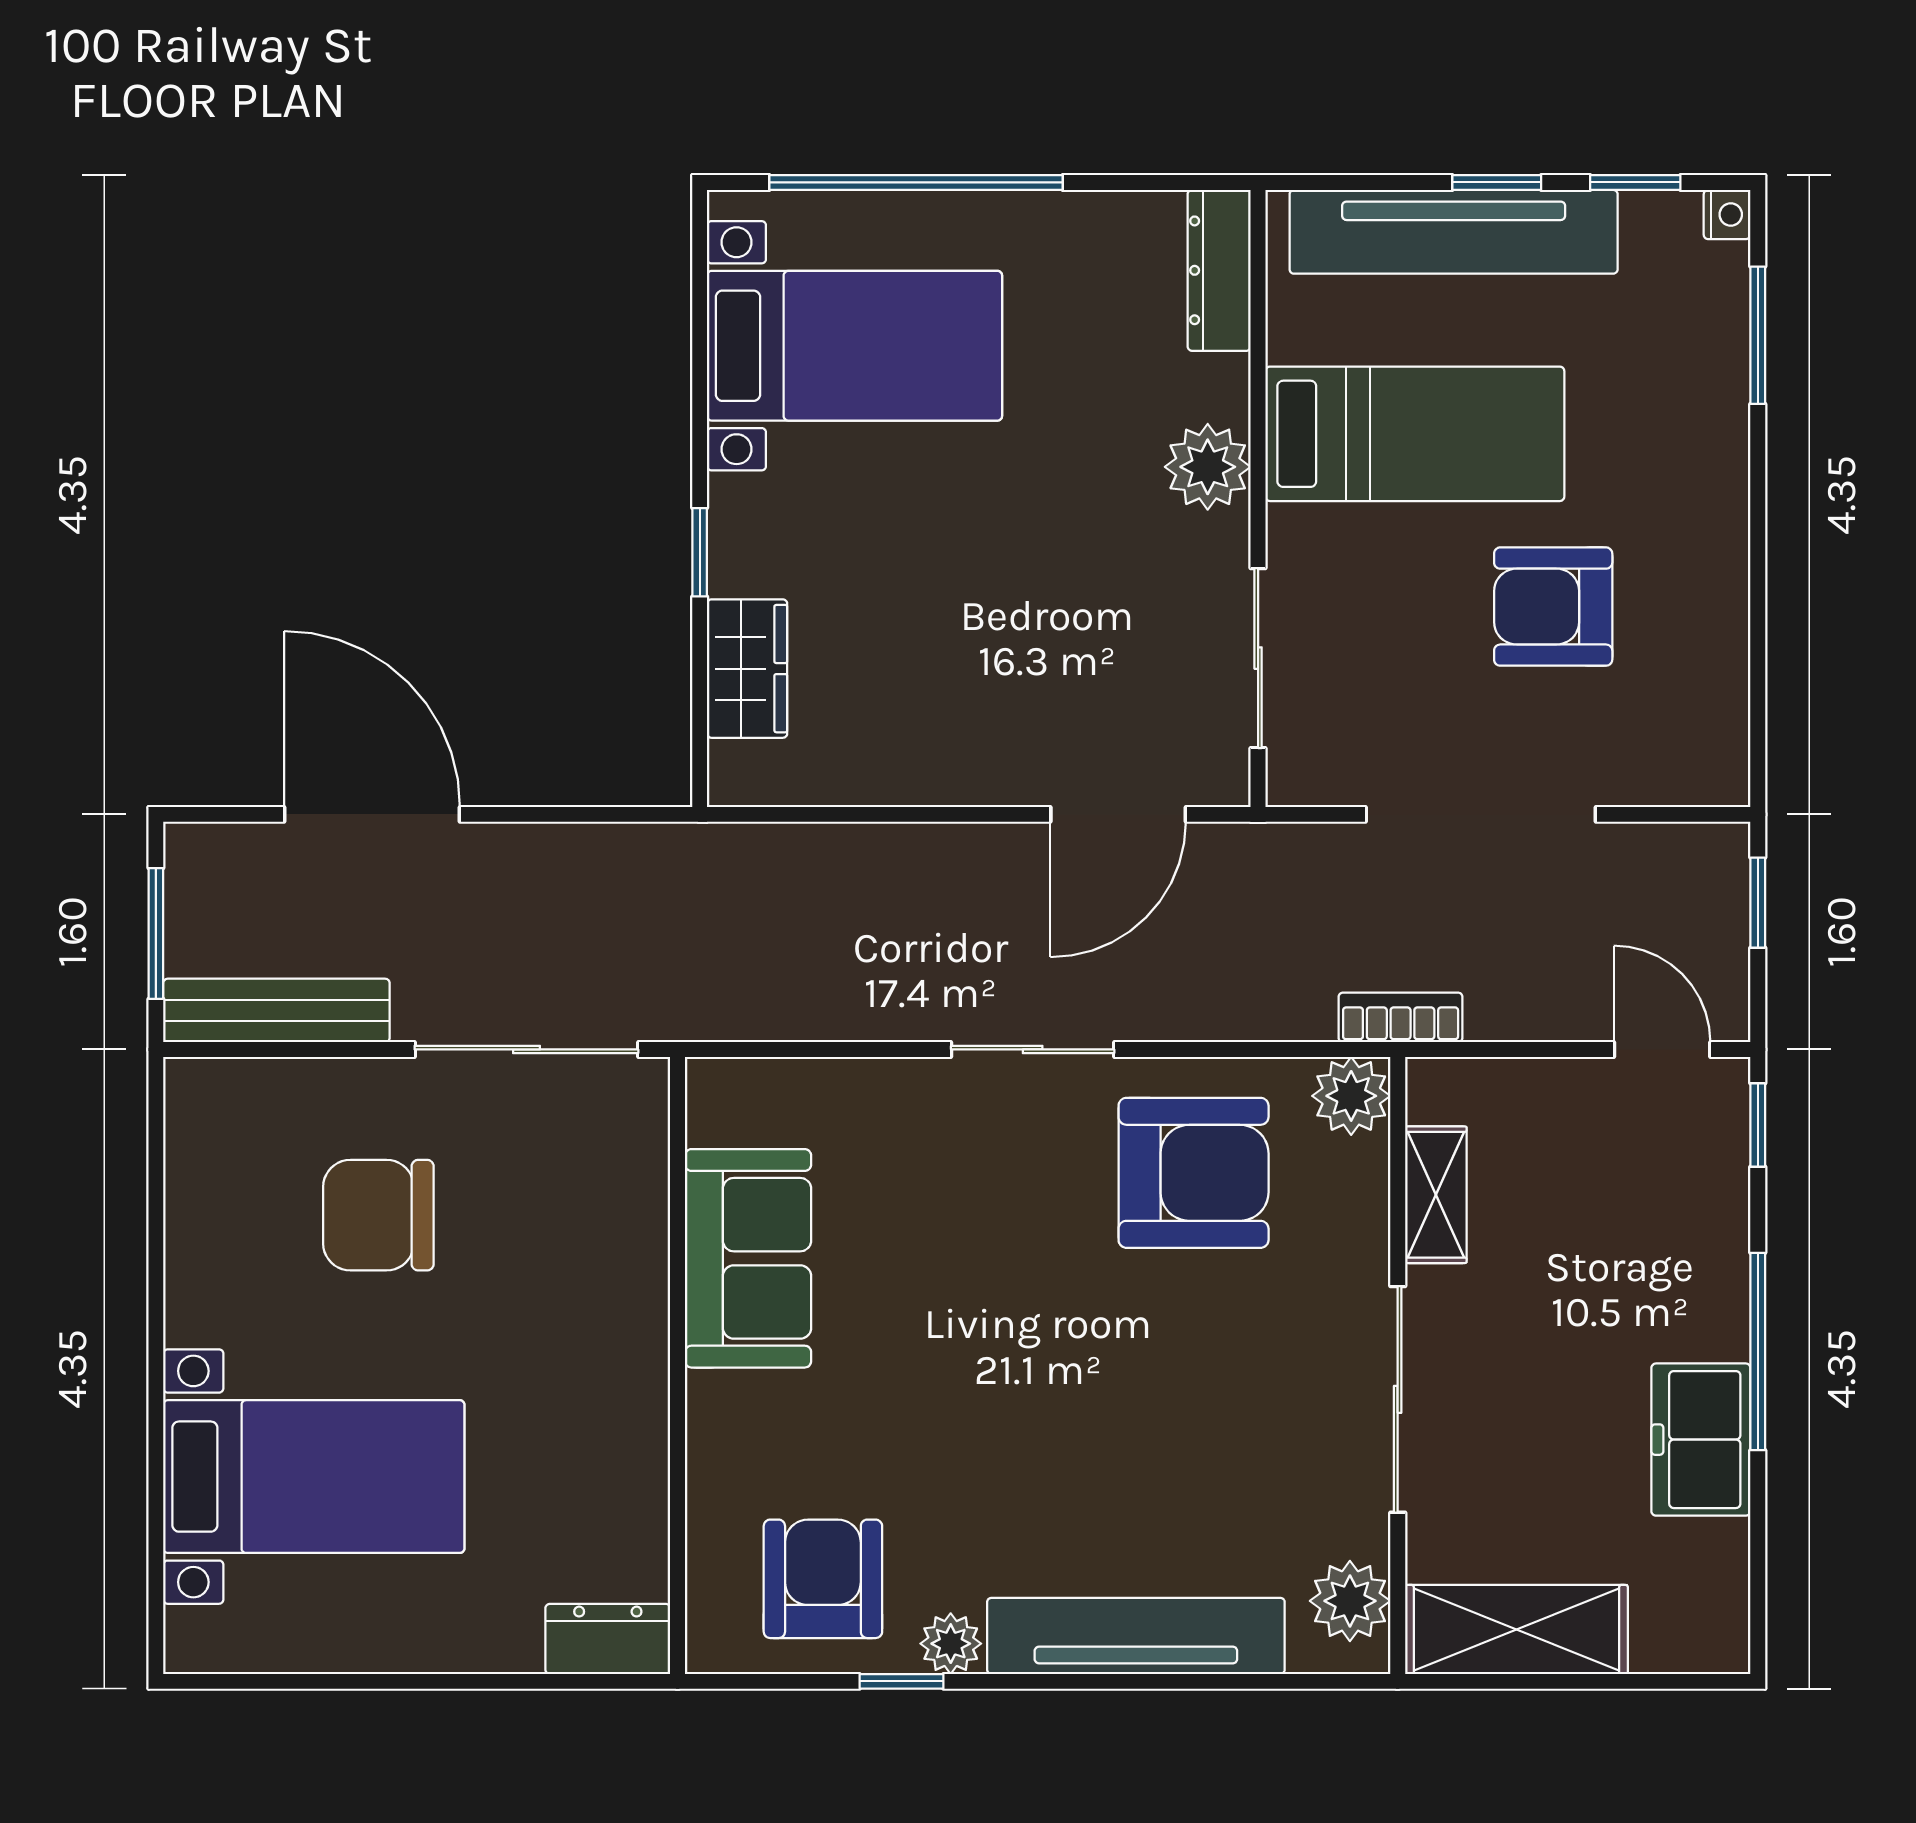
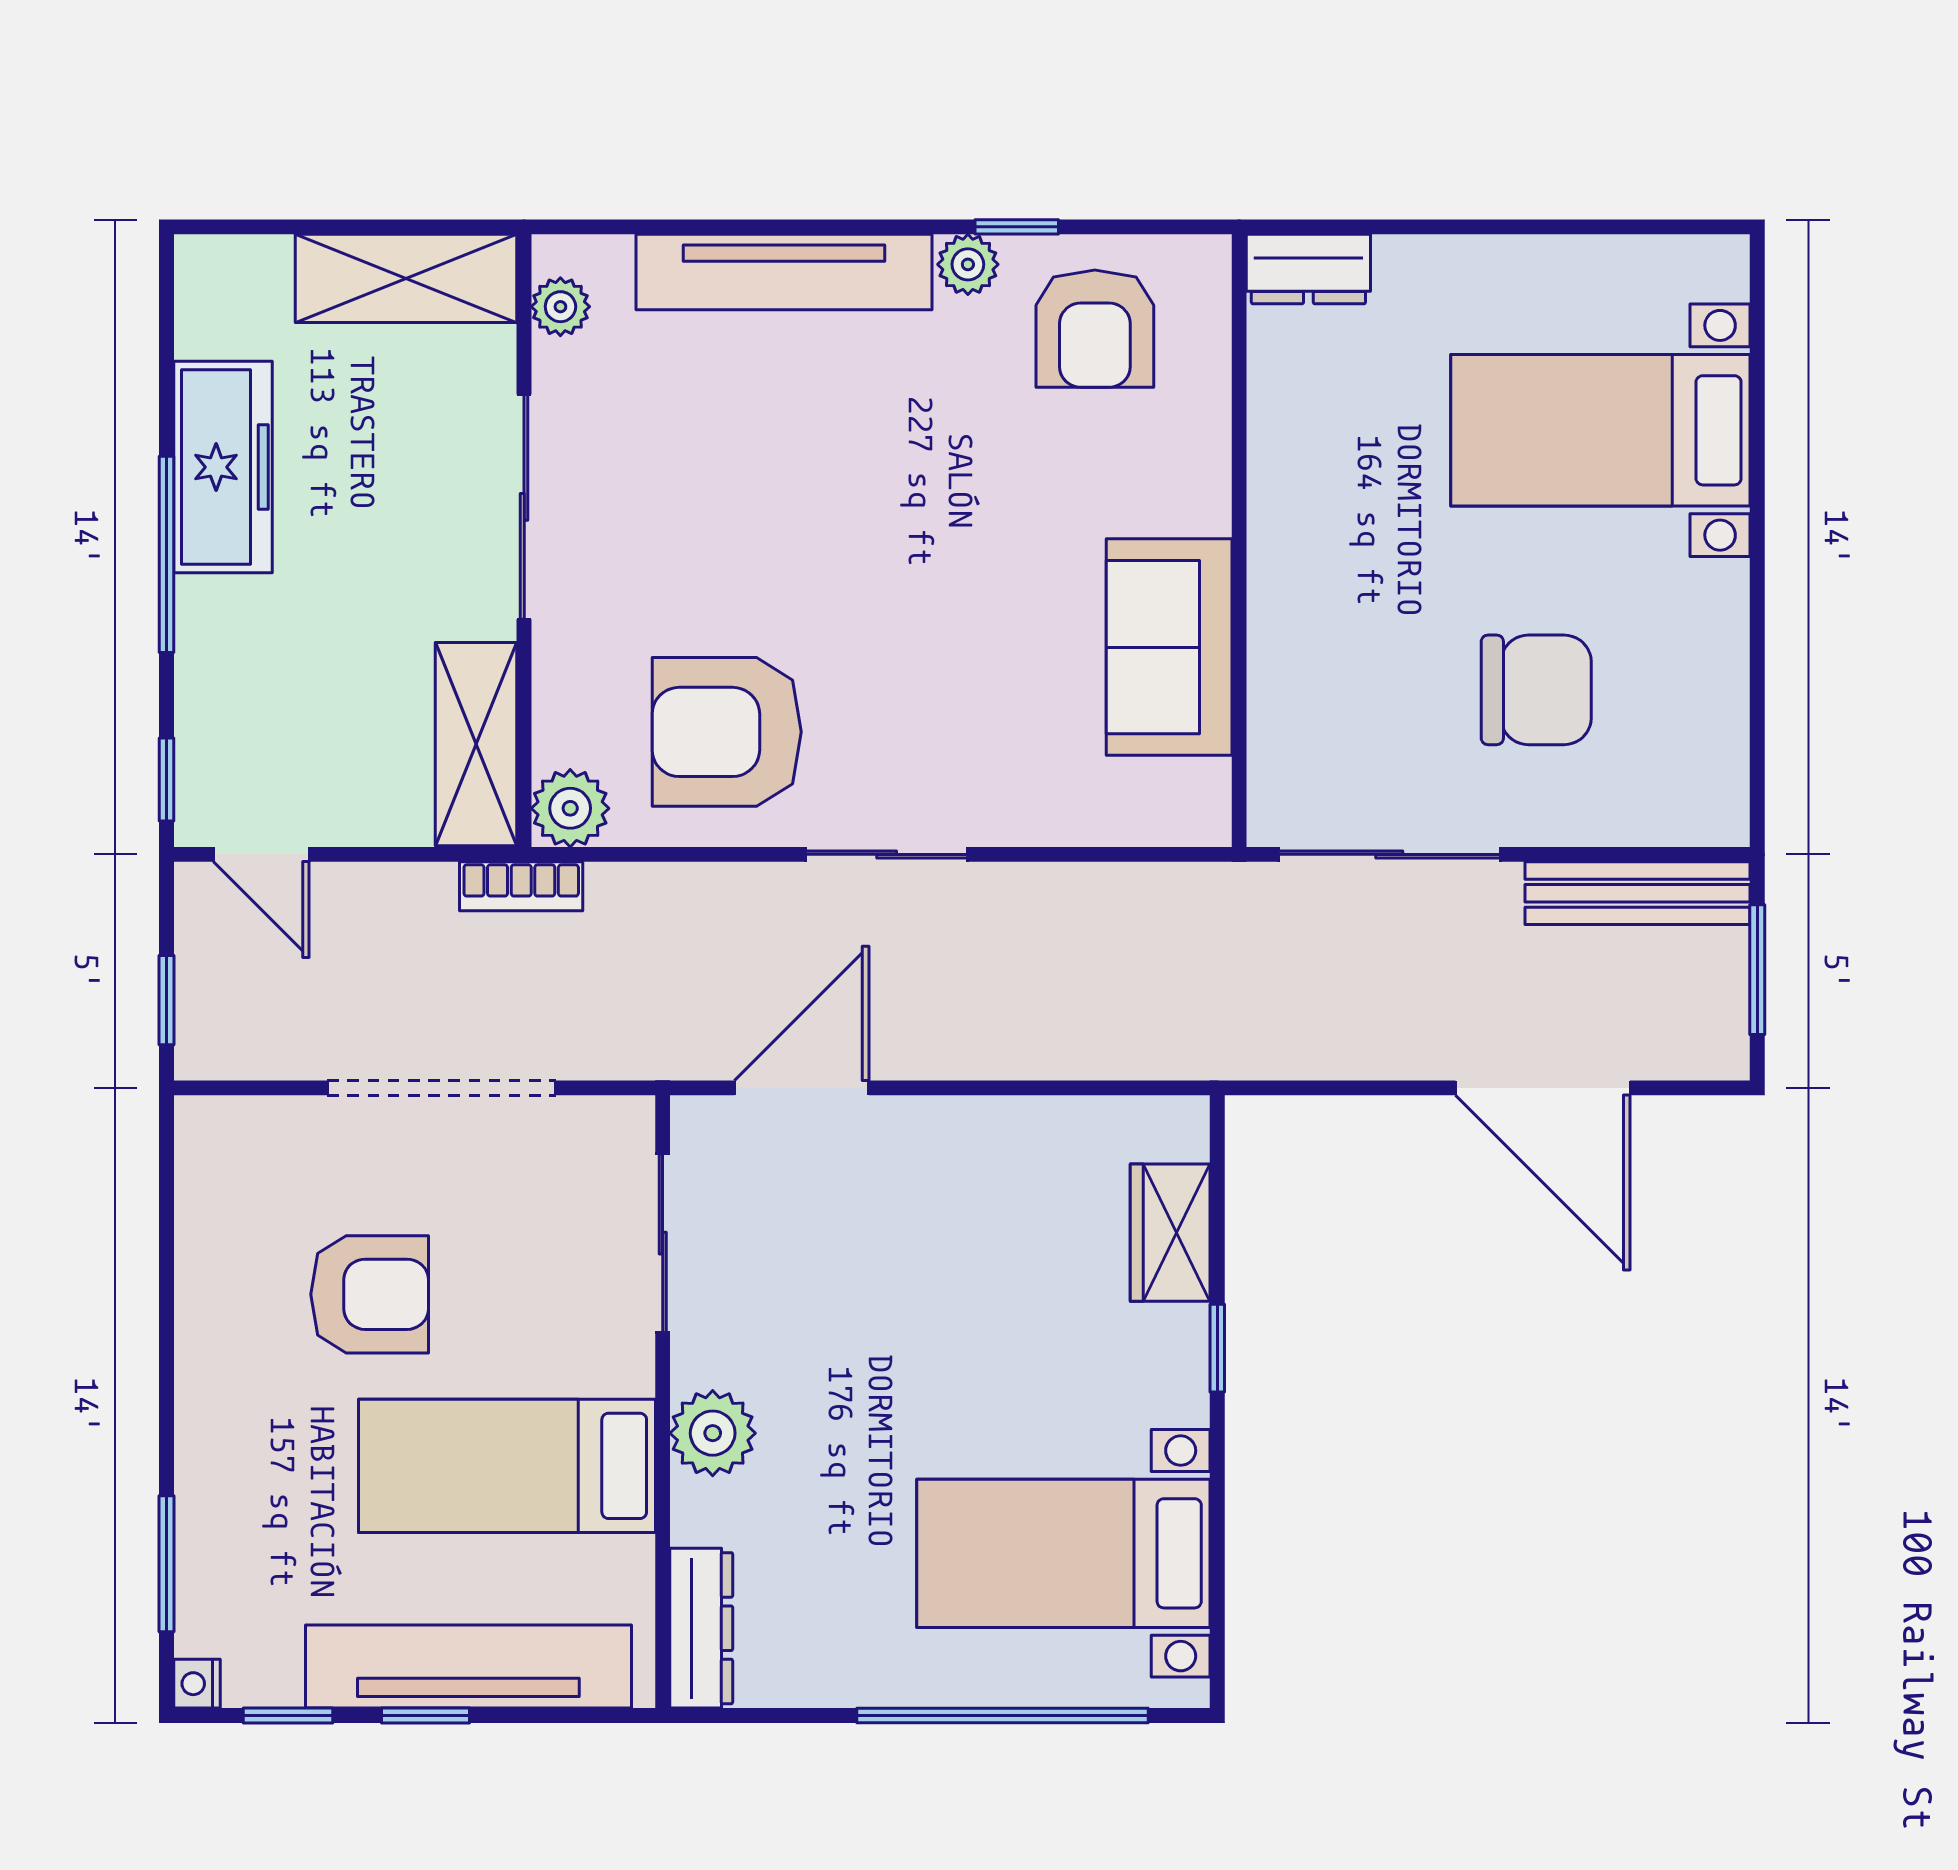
shelving: (1436, 1195) -> (476, 744), width x1.50, depth x1.33
freezer: (1701, 1440) -> (223, 467), width x1.40
plant: (1350, 1601) -> (560, 307), width x0.73, depth x0.73

